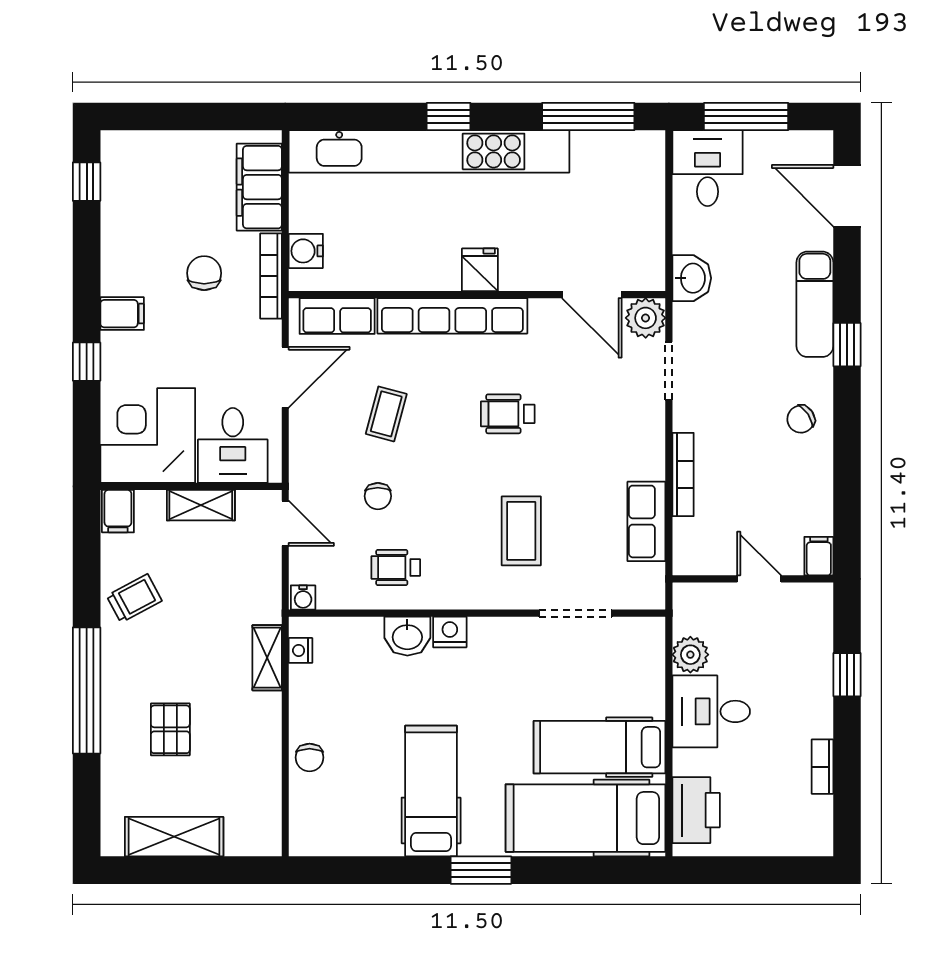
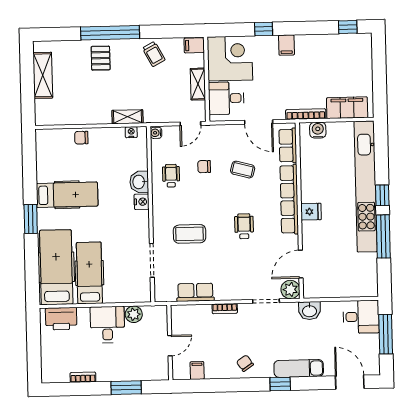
window: (588, 116) -> (383, 236), moved
door: (847, 196) -> (350, 382), hinge flipped
chair: (204, 273) -> (306, 83), removed
bookcase: (683, 475) -> (225, 309), width x0.64
filing cabinet: (819, 556) -> (197, 370), moved, turned -90
window: (847, 675) -> (126, 388), width x1.50
pallet: (170, 729) -> (101, 58), moved, turned 90

